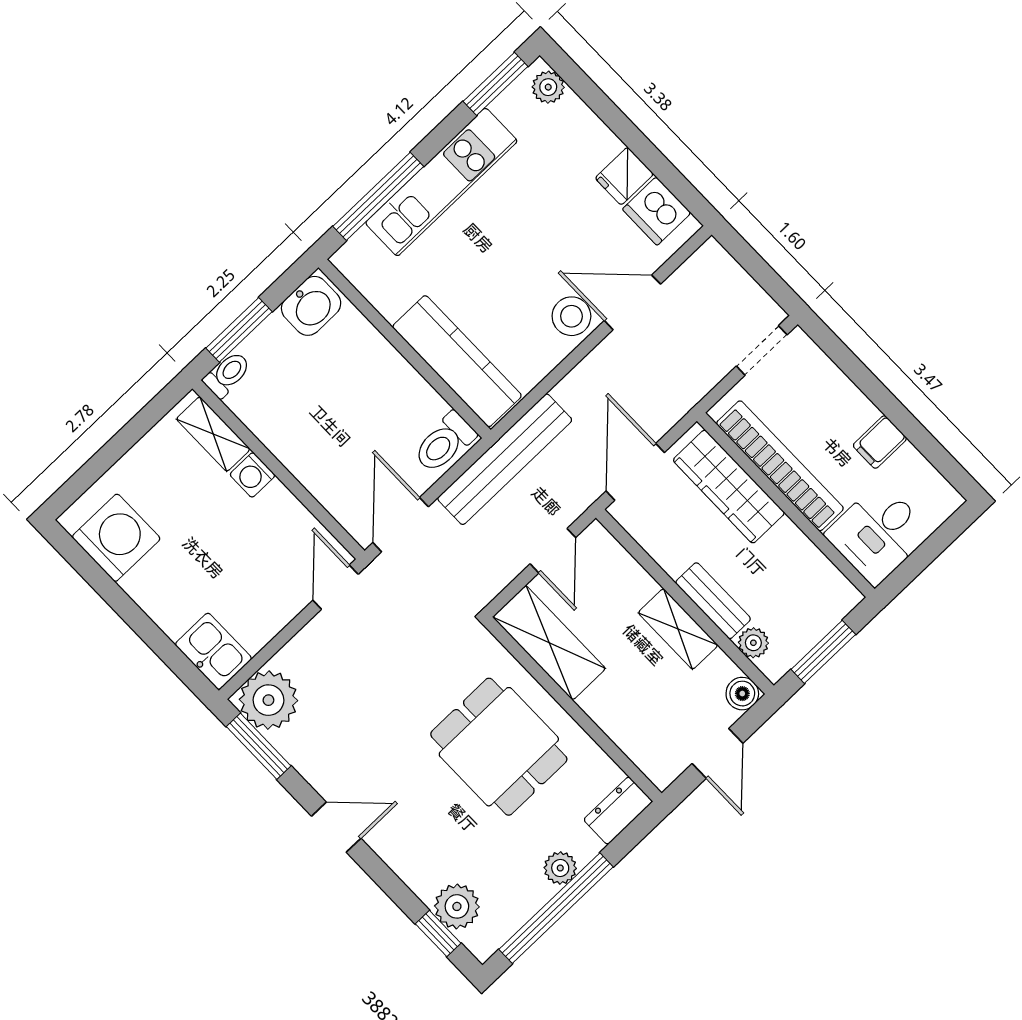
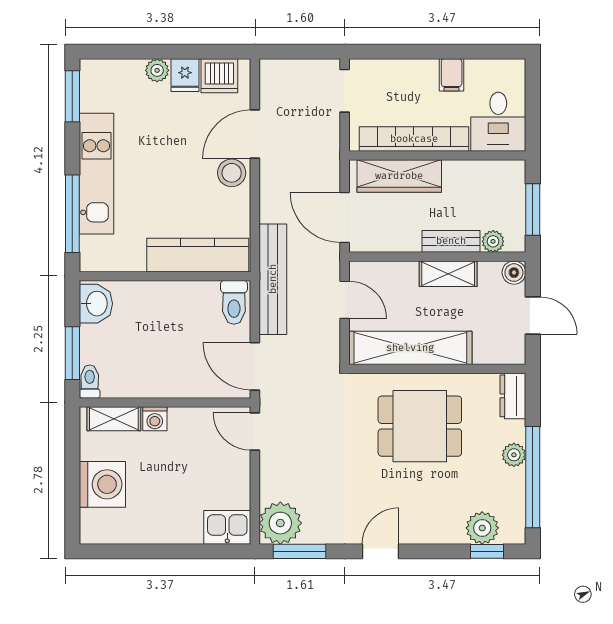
plant: (548, 87) -> (157, 70), moved
washing machine: (116, 538) -> (102, 484), moved, turned 90
shelving: (549, 643) -> (410, 348), width x1.47

